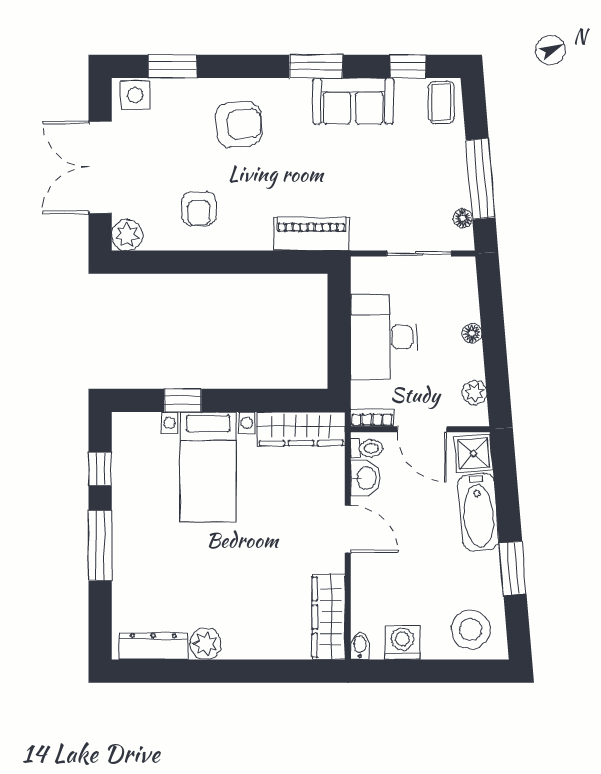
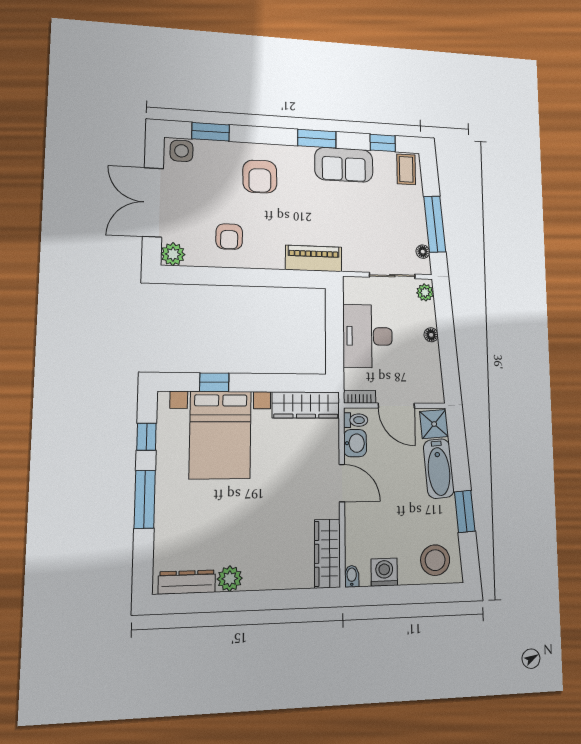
armchair: (239, 124) -> (260, 177), turned 93
plant: (474, 393) -> (425, 292), moved
bed with nightstands: (208, 467) -> (220, 435), width x1.36

